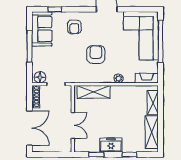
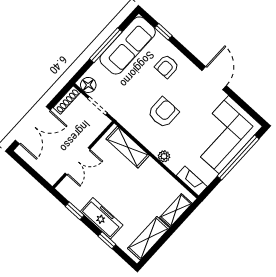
sofa: (42, 29) -> (128, 45), width x1.36
freezer: (111, 145) -> (102, 218), width x1.40

